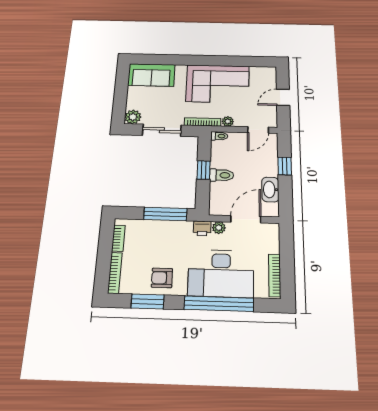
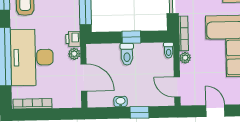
washbasin: (270, 190) -> (121, 102), width x0.52, depth x0.69

